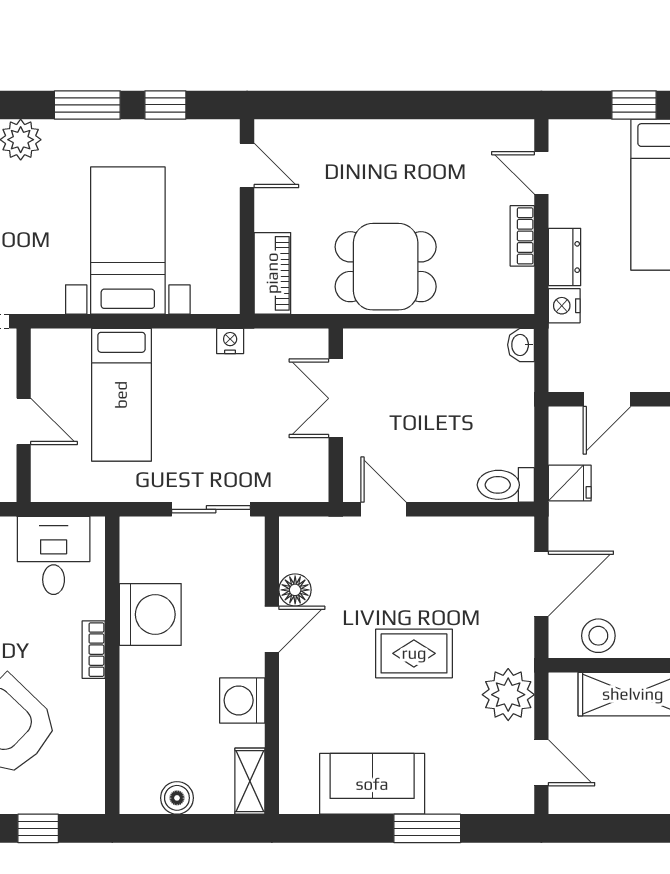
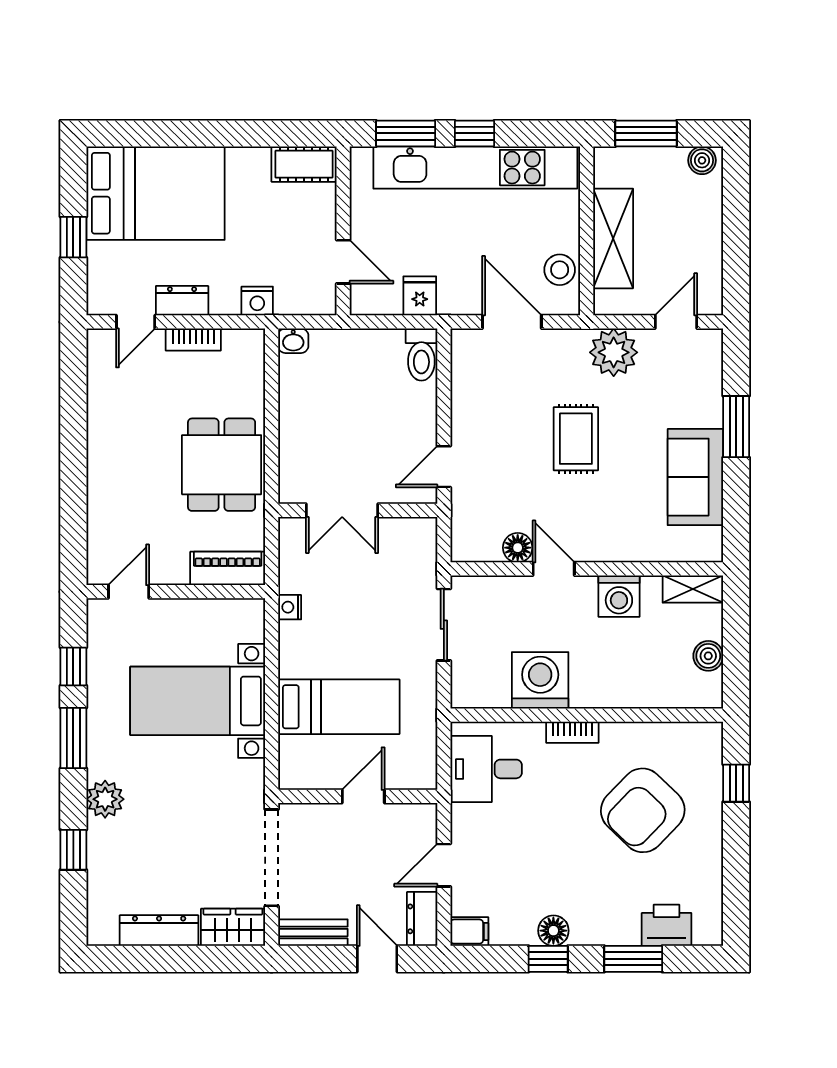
dresser: (565, 257) -> (182, 301), moved

